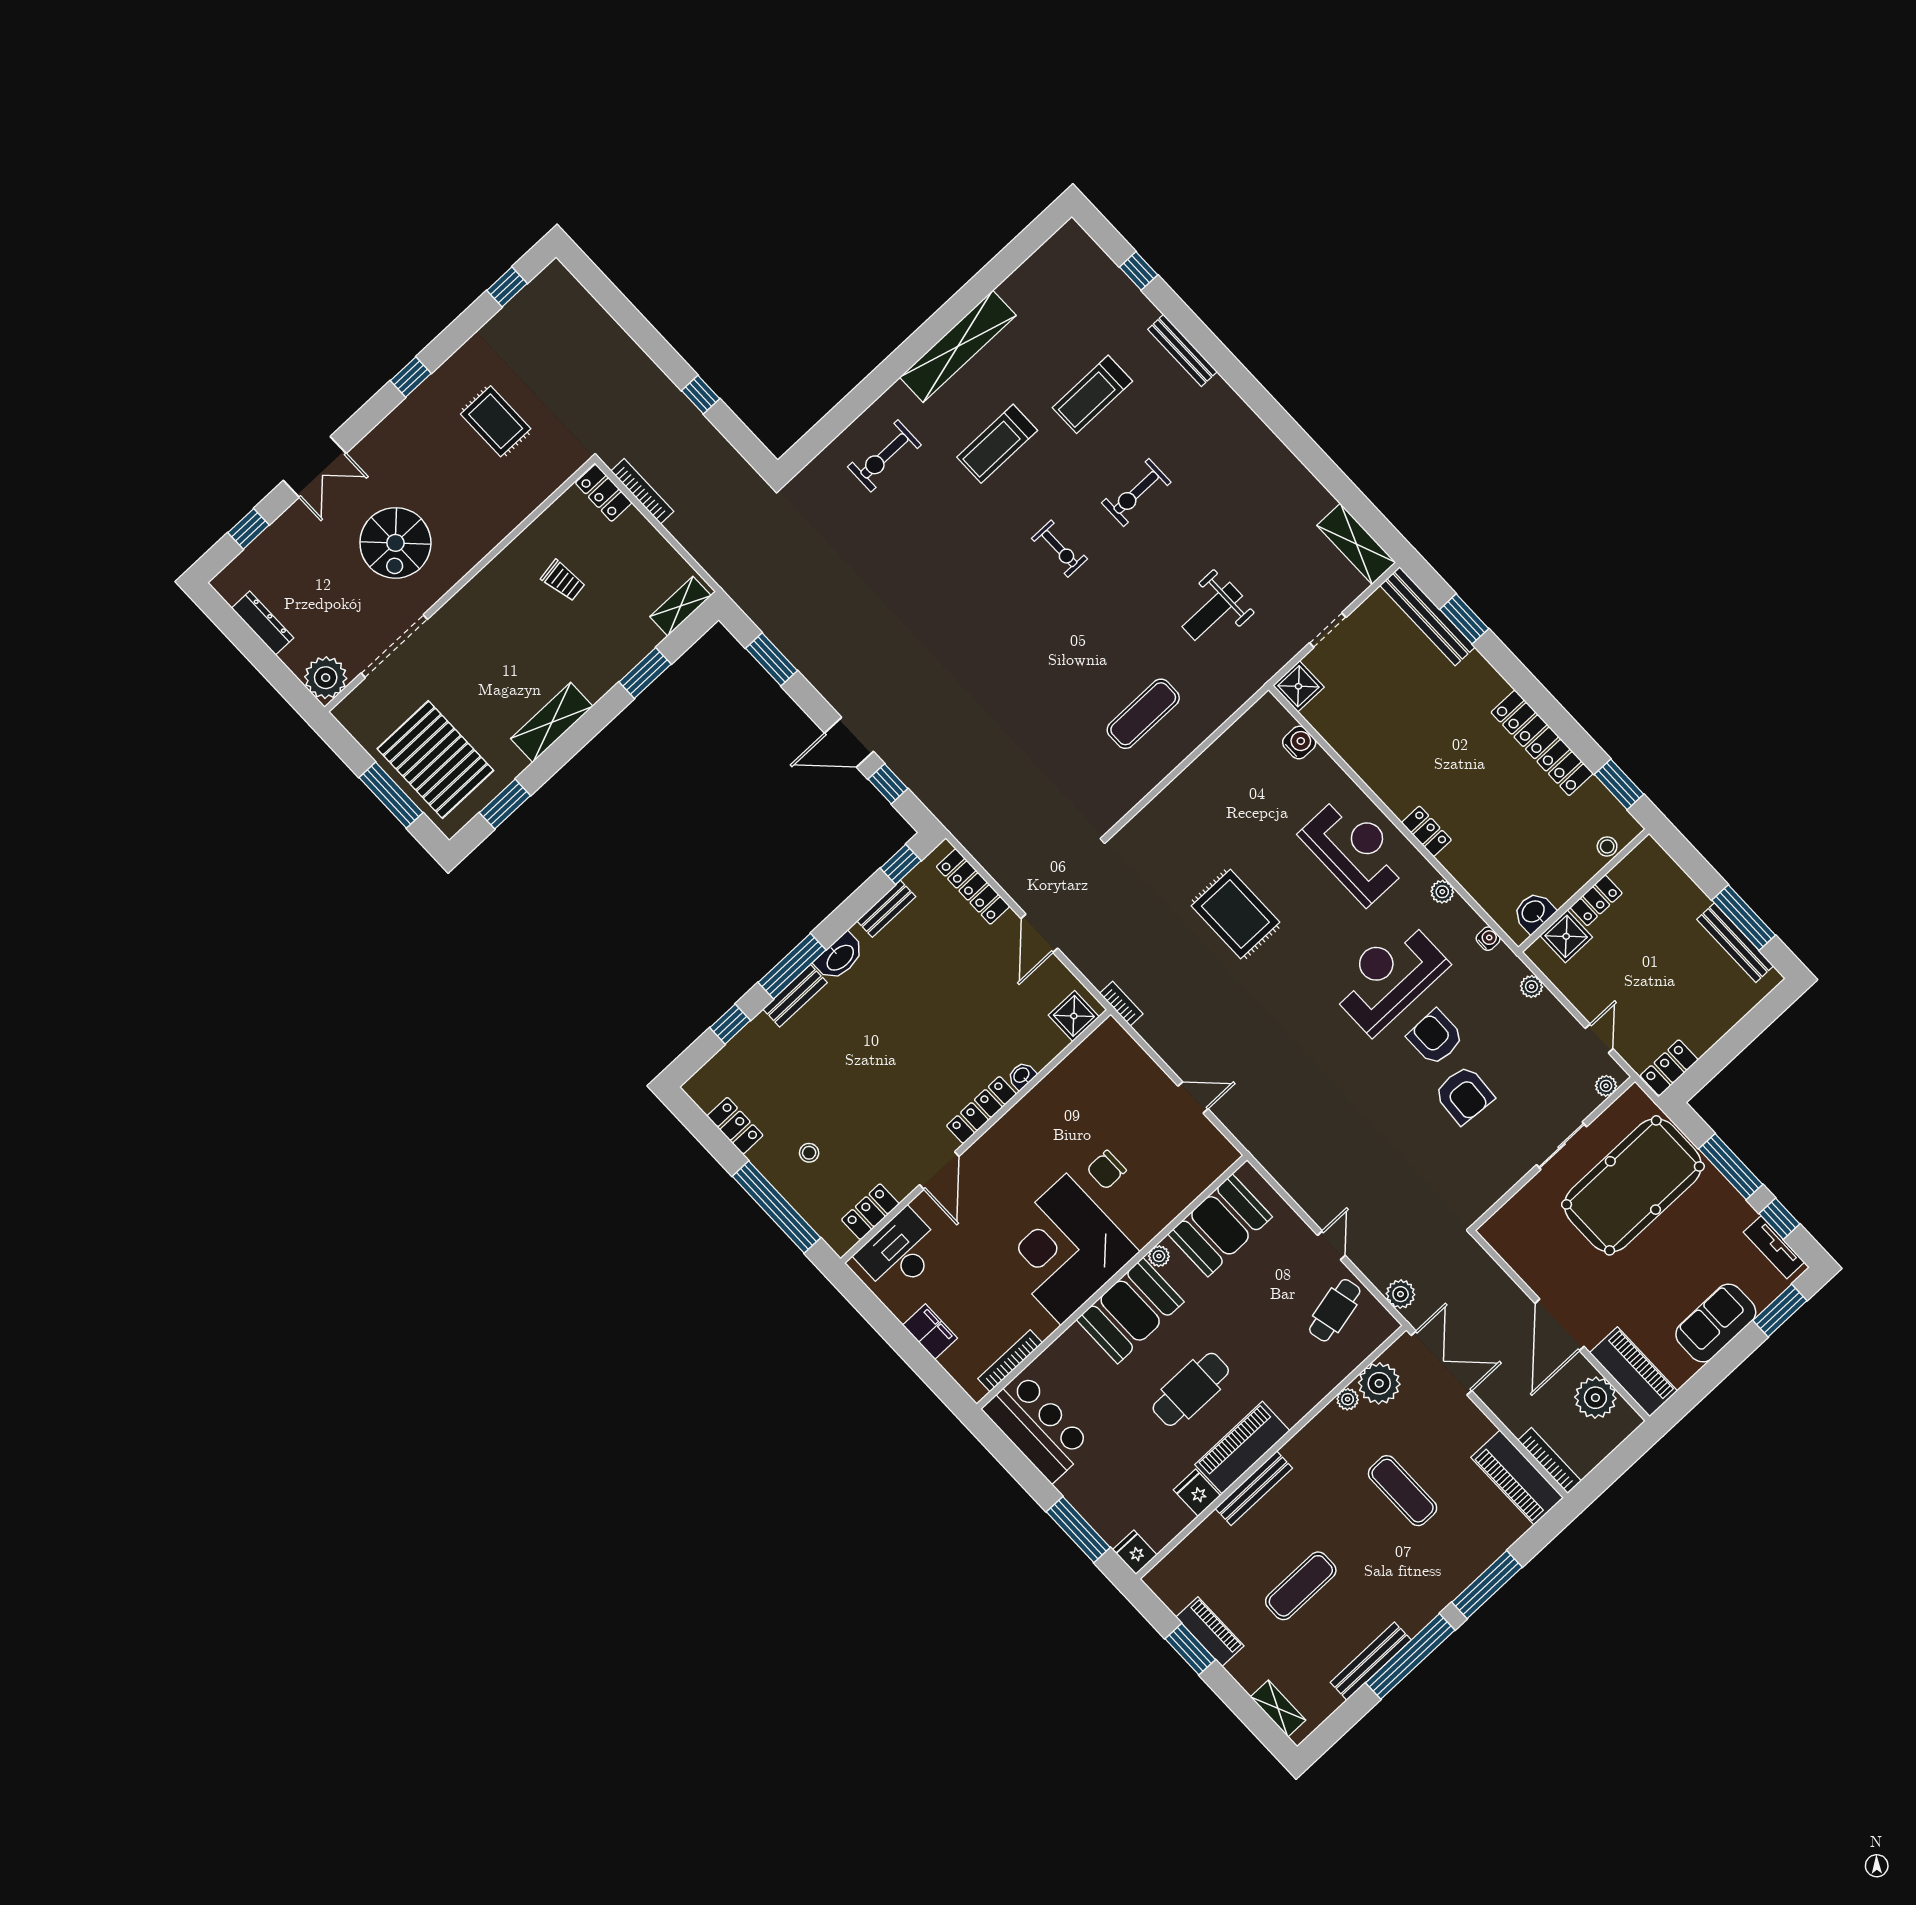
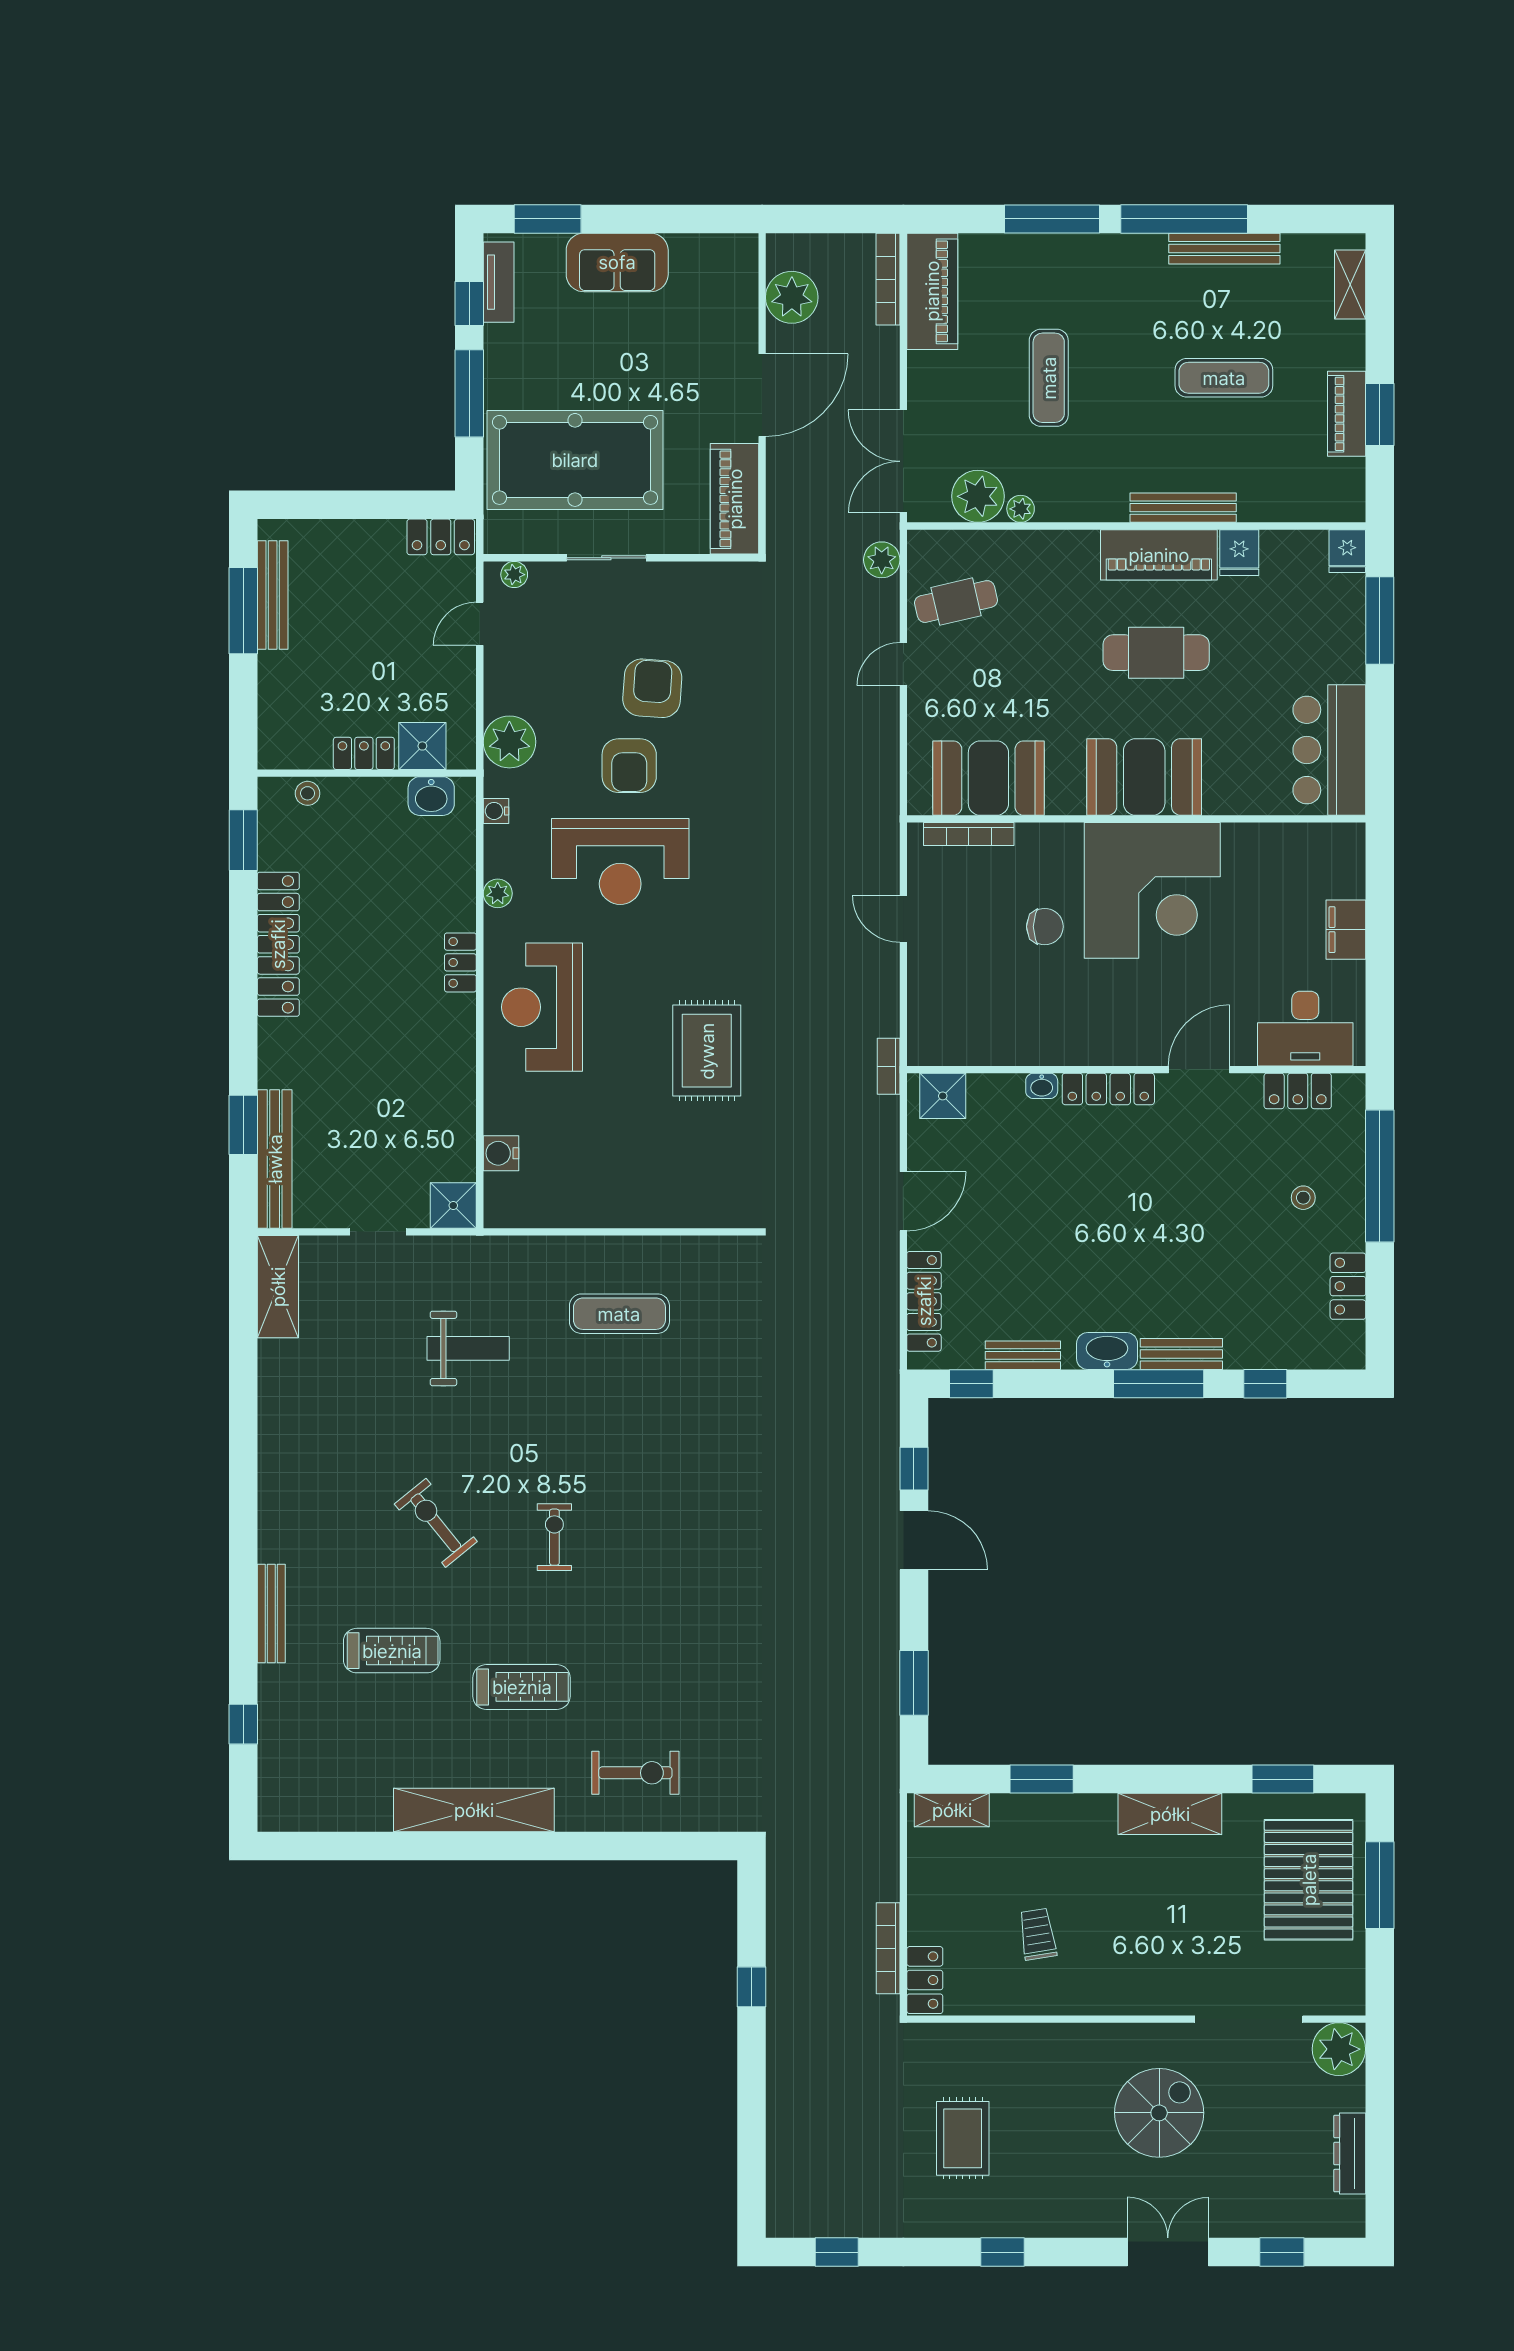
exercise bike: (1136, 493) -> (436, 1523), turned -129
plant: (1532, 987) -> (509, 742), width x1.88, depth x1.88
plant: (1159, 1256) -> (1071, 802), removed
bookcase: (1010, 1361) -> (969, 834), moved
piano: (1634, 1372) -> (735, 499), moved

